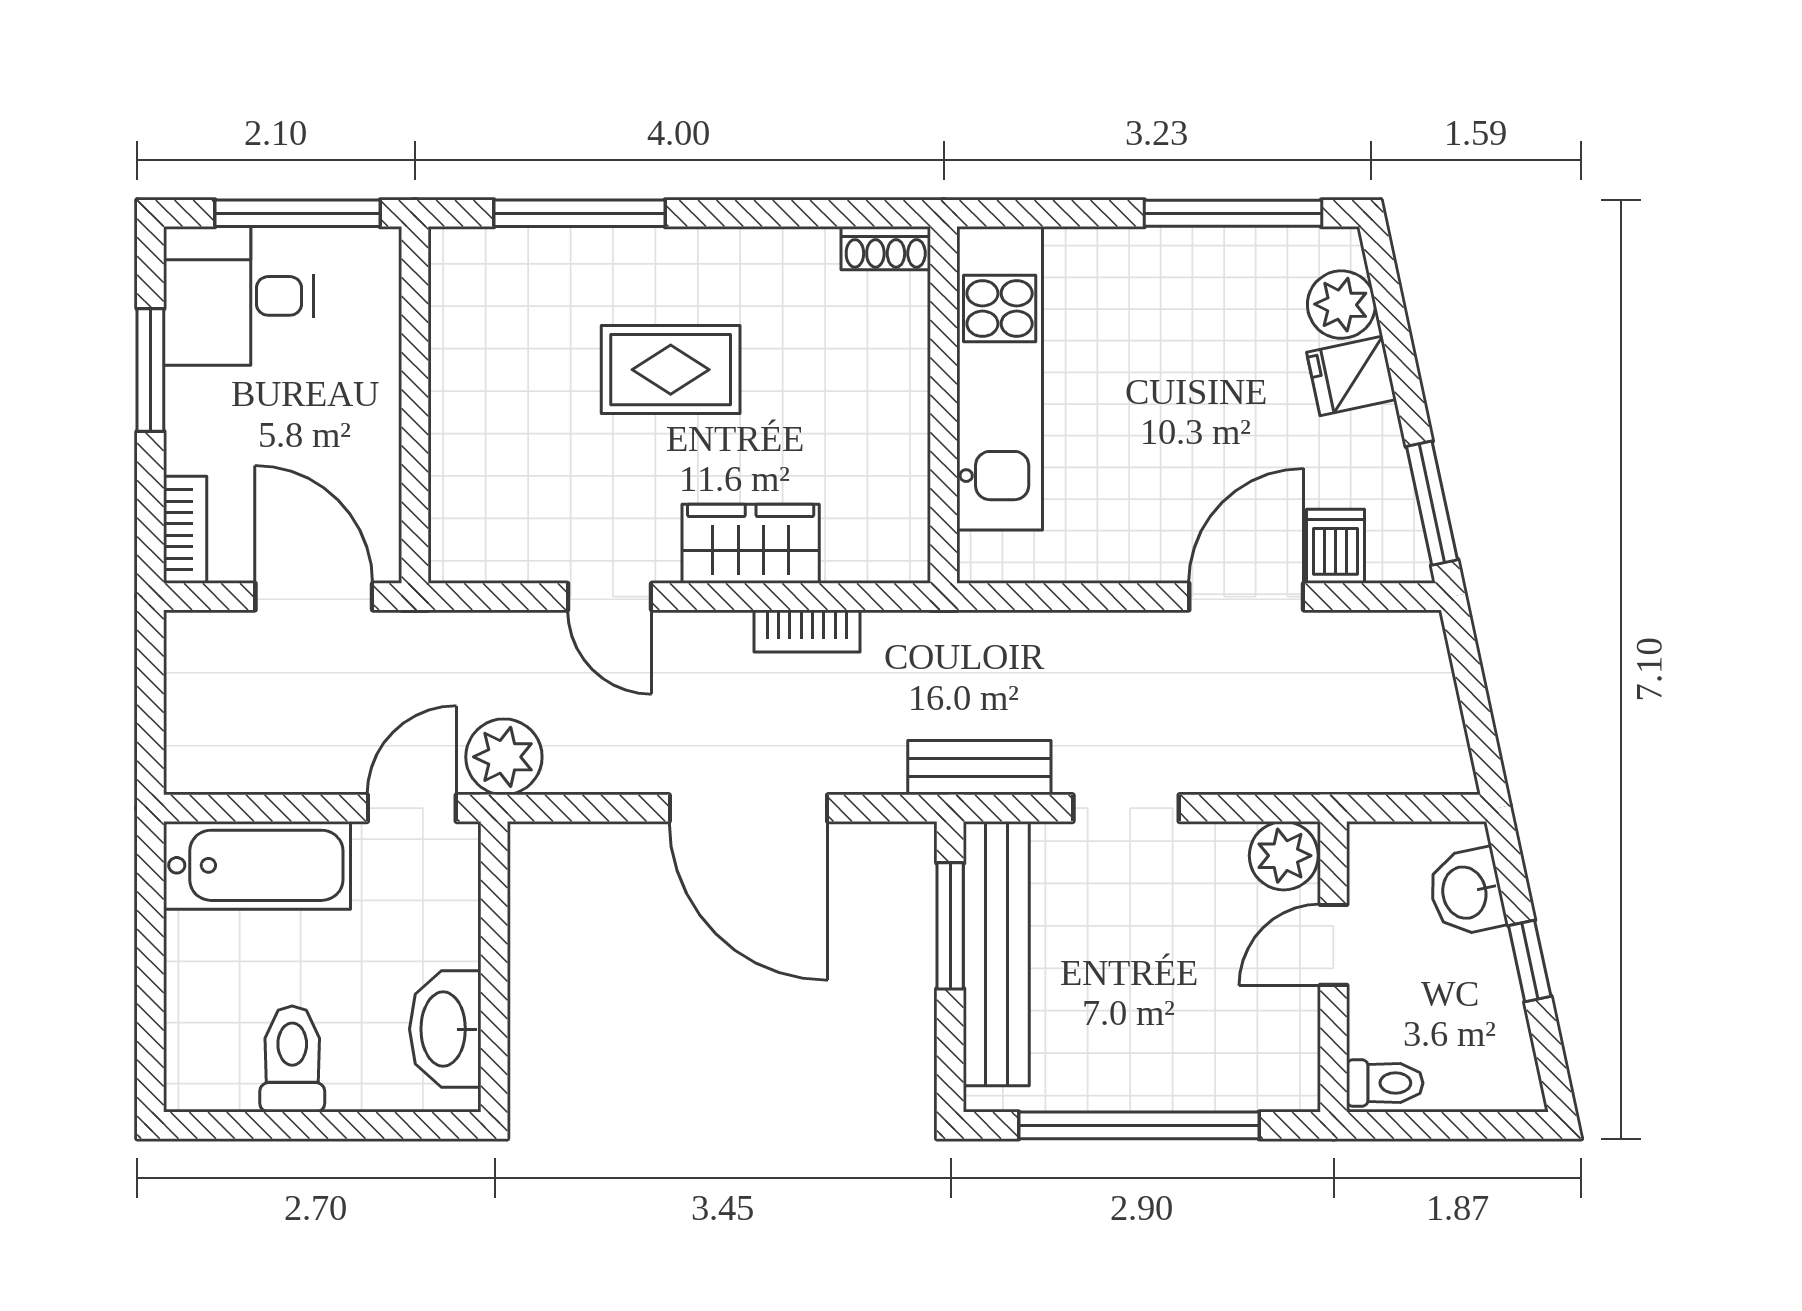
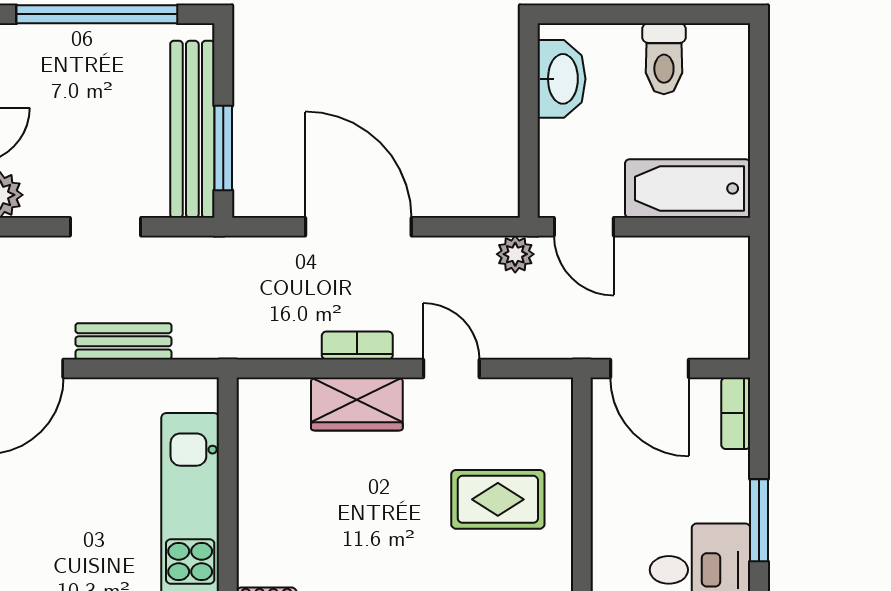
rug: (671, 370) -> (498, 499), moved
bookcase: (807, 631) -> (357, 345), moved
plant: (504, 757) -> (515, 254), width x0.73, depth x0.73
bench: (979, 768) -> (123, 341), moved
door: (412, 808) -> (584, 227), hinge flipped

